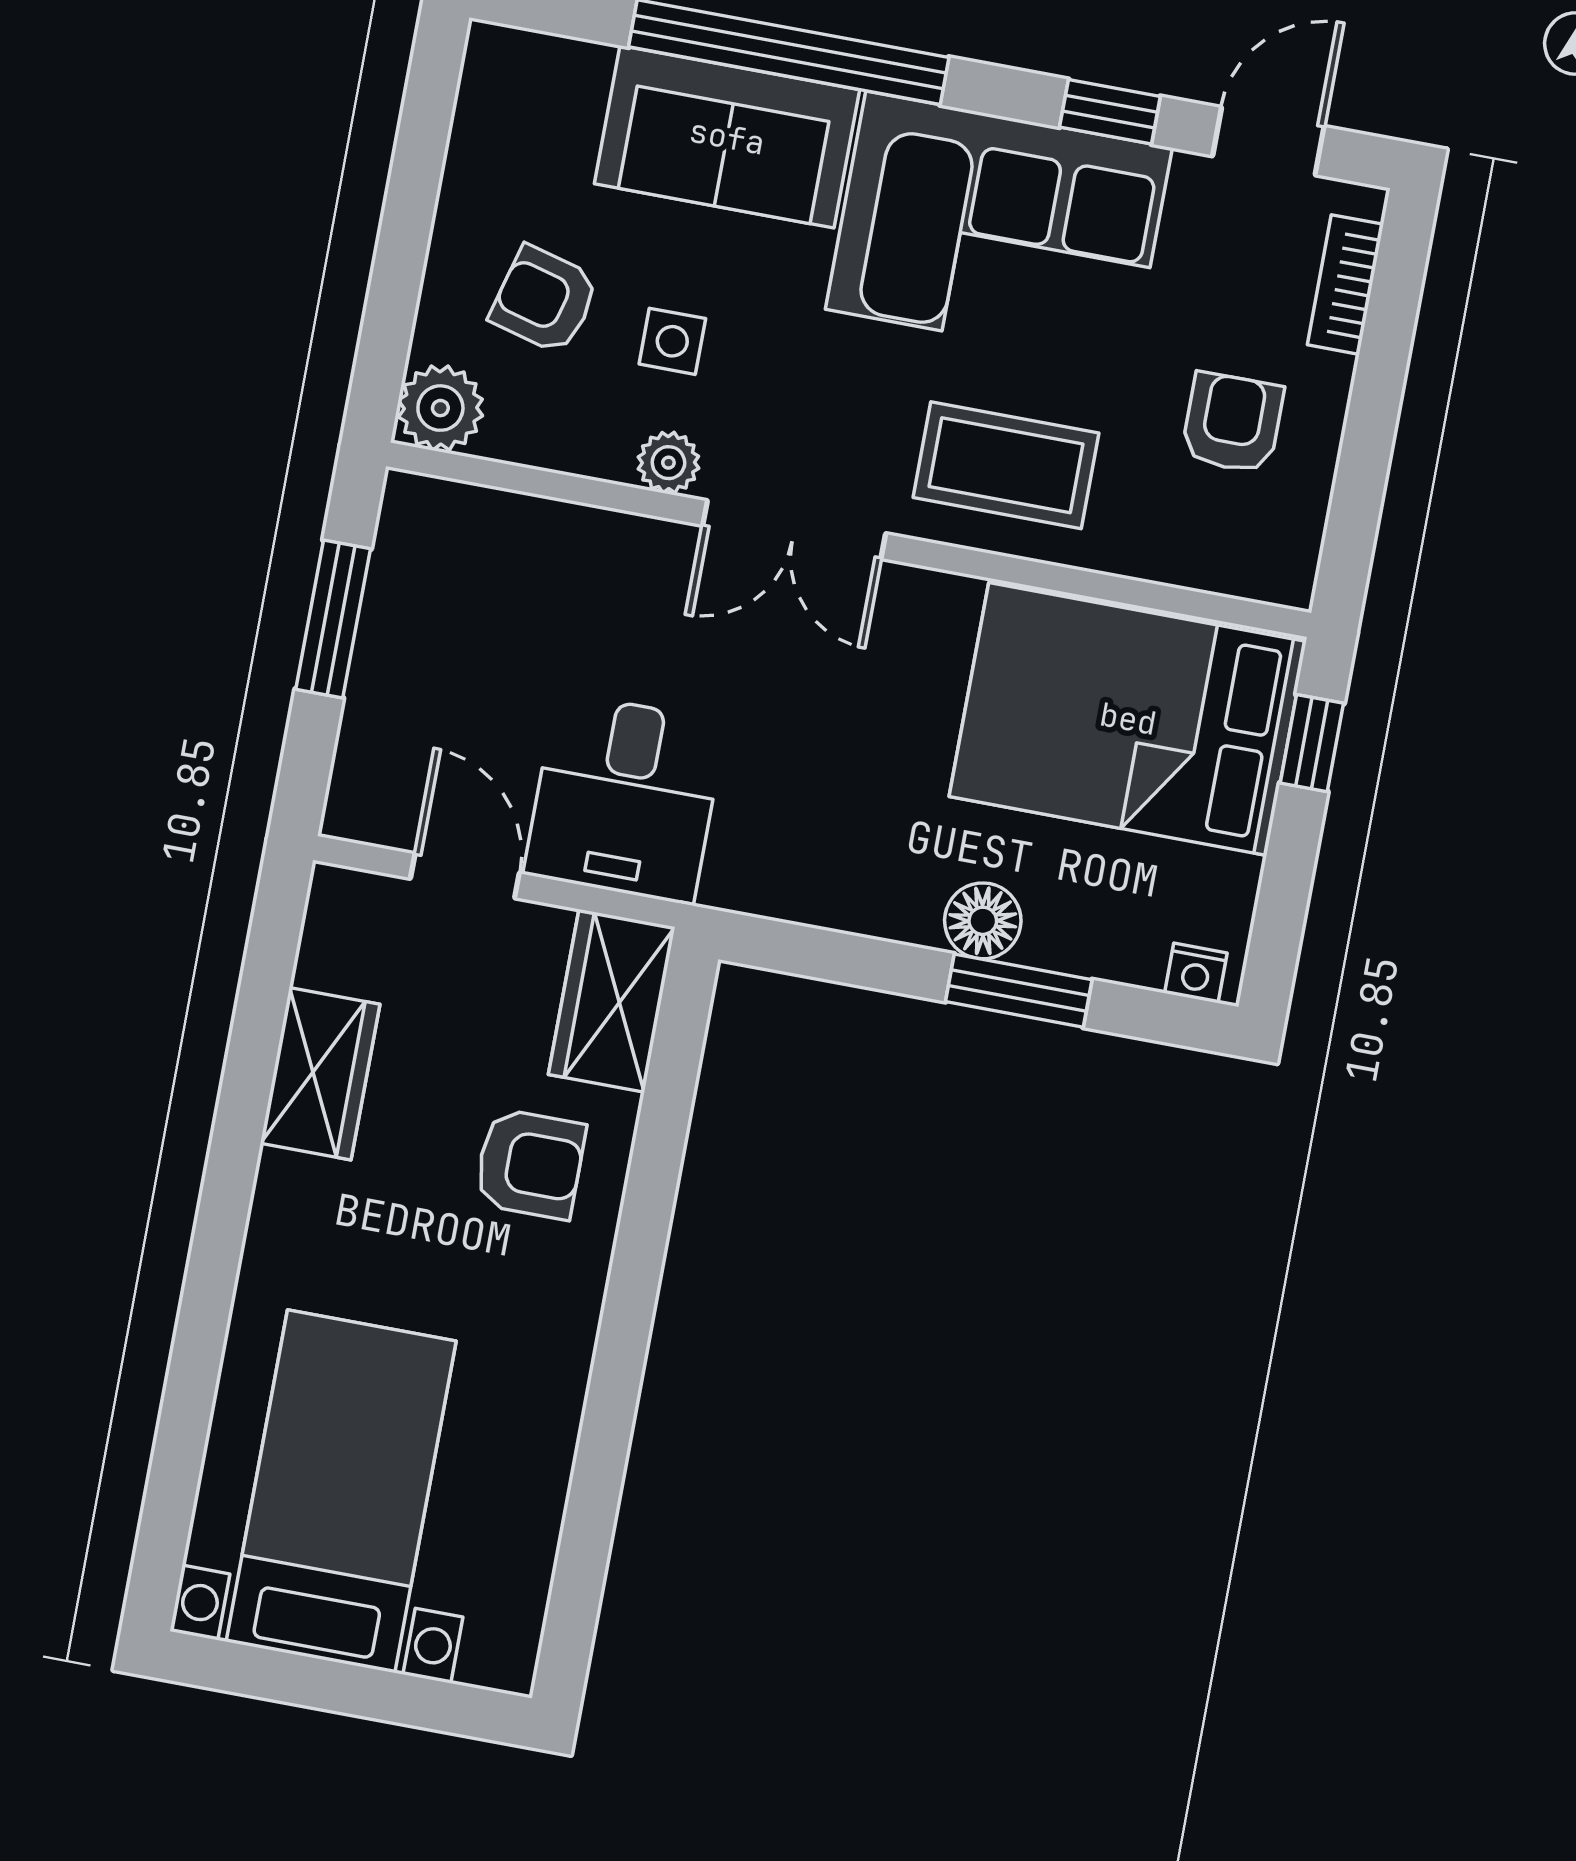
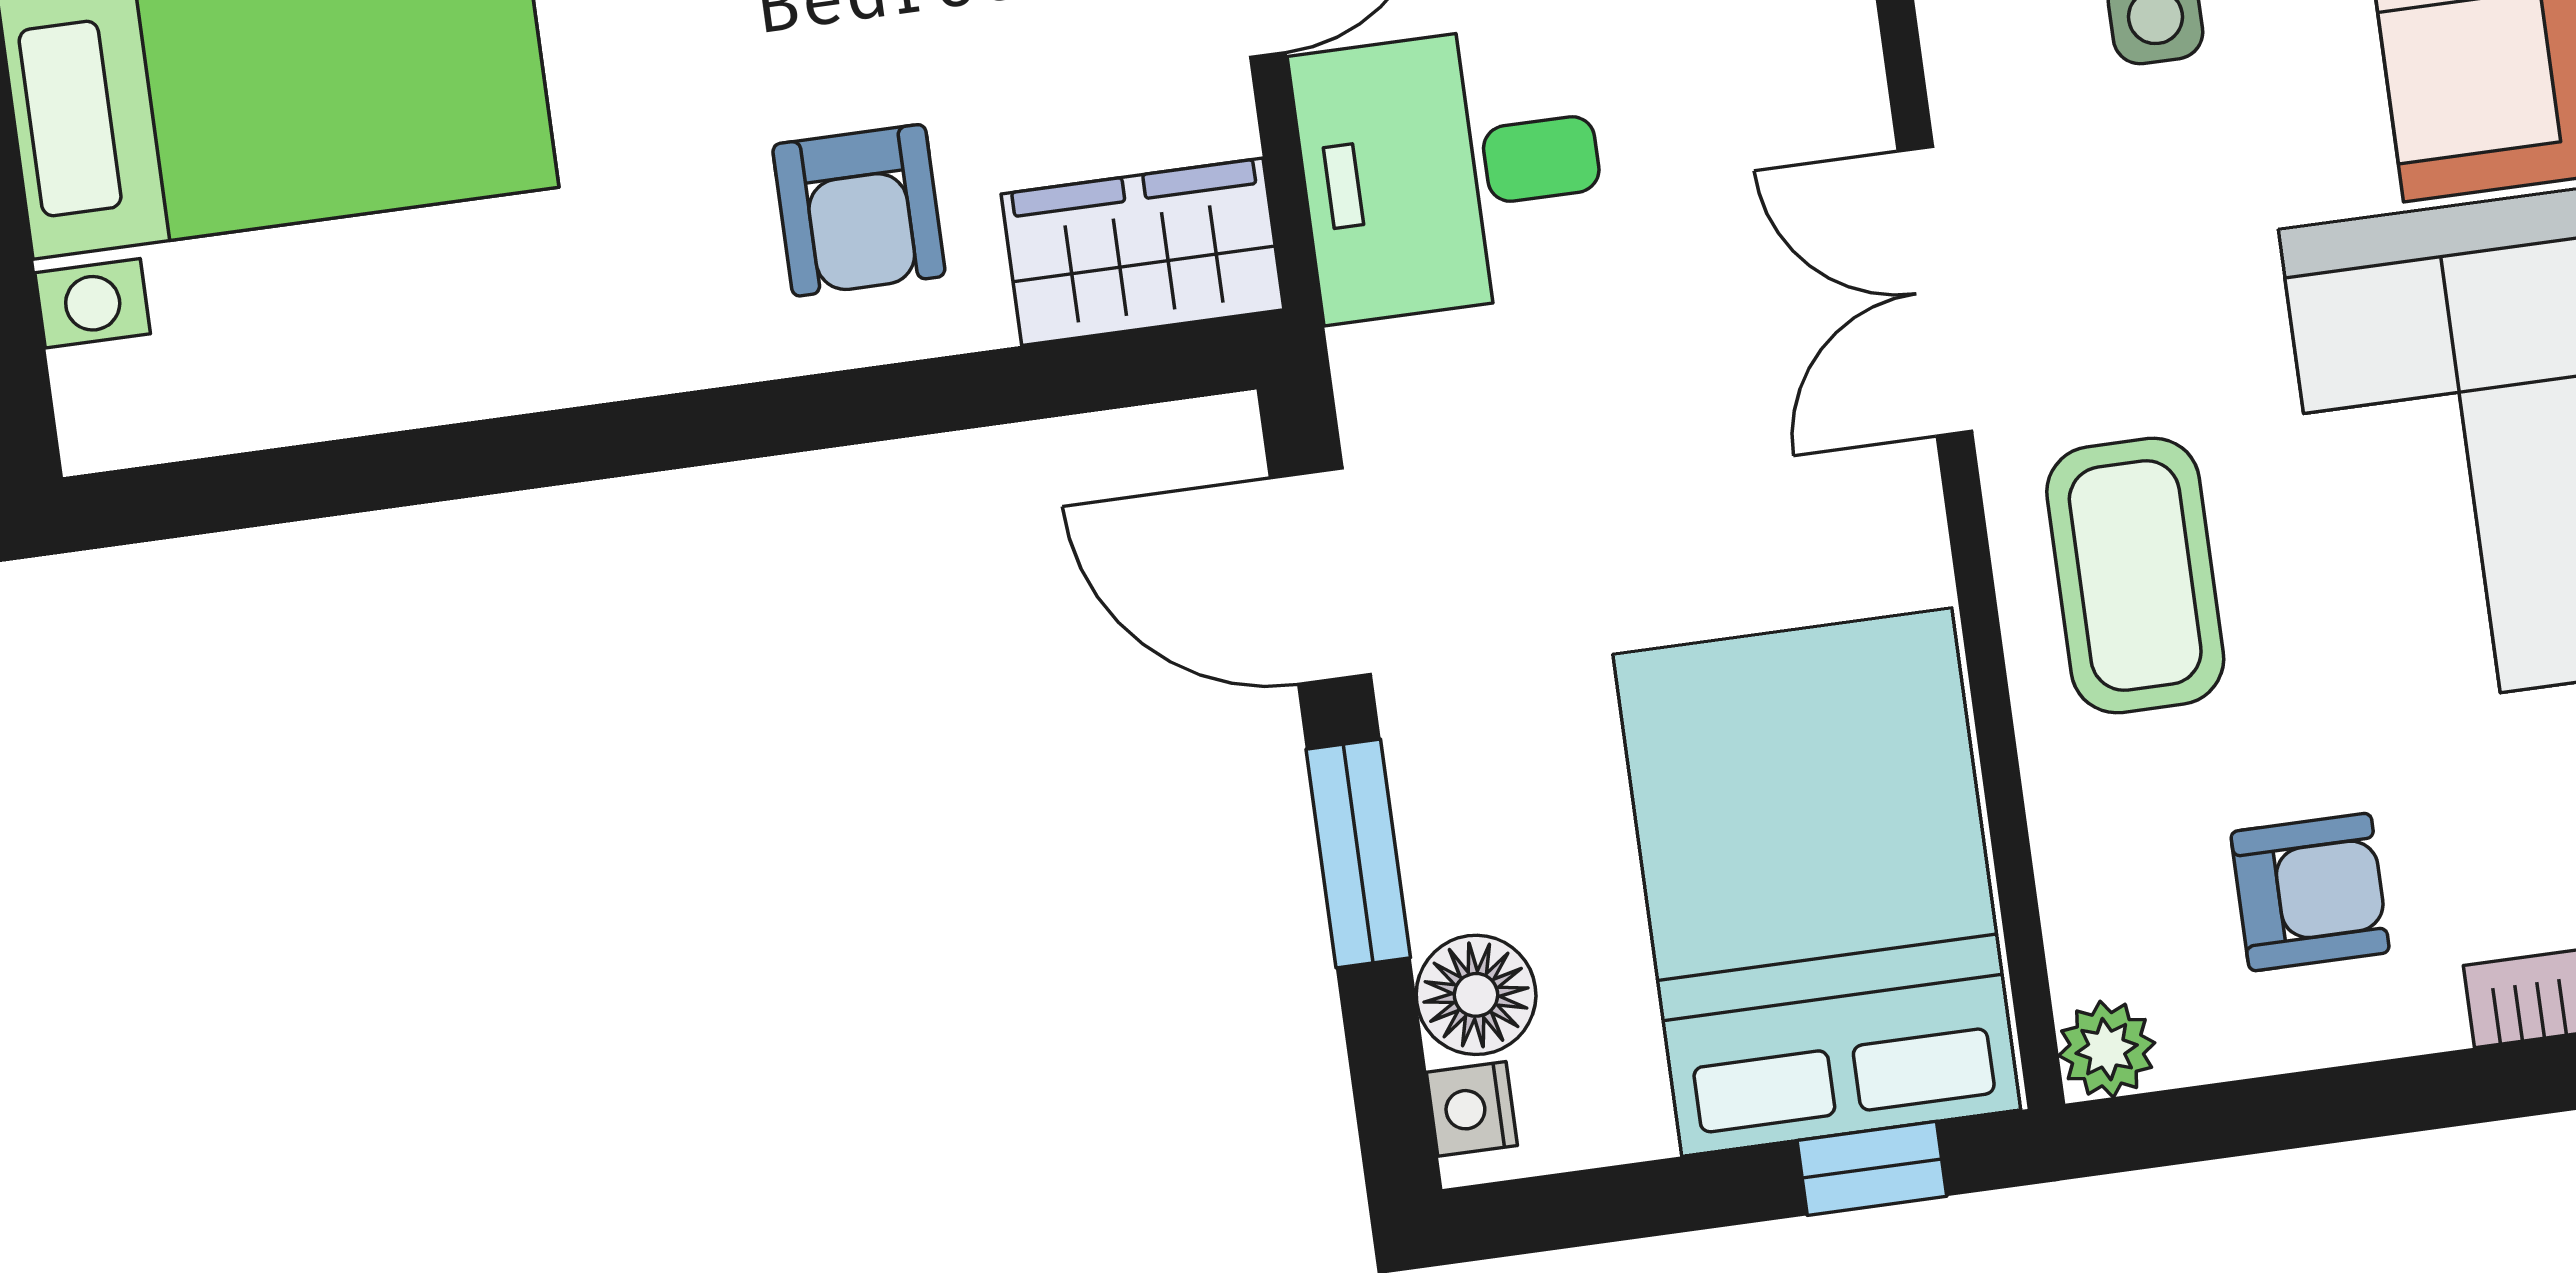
plant: (668, 463) -> (2107, 1049), moved
floor lamp: (983, 921) -> (1476, 995), moved
door: (844, 958) -> (1320, 576), added

